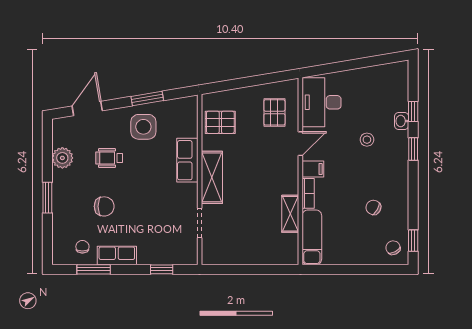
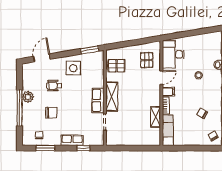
window: (147, 98) -> (90, 50), moved
plant: (62, 158) -> (28, 97), moved
row of seats: (187, 160) -> (98, 101), moved
window: (47, 198) -> (19, 108), width x2.11
row of seats: (117, 255) -> (72, 140), moved

